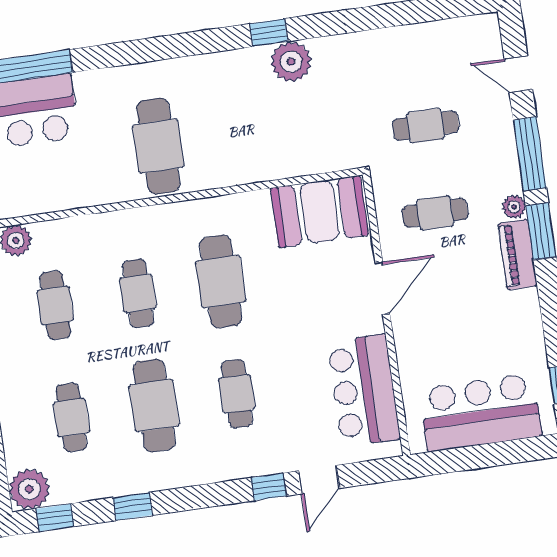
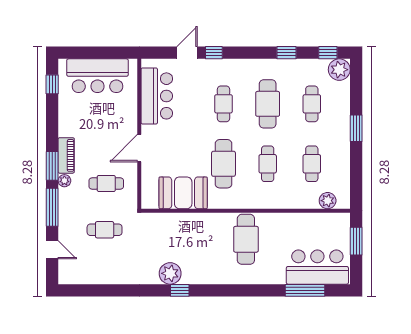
booth: (320, 212) -> (183, 193), moved

